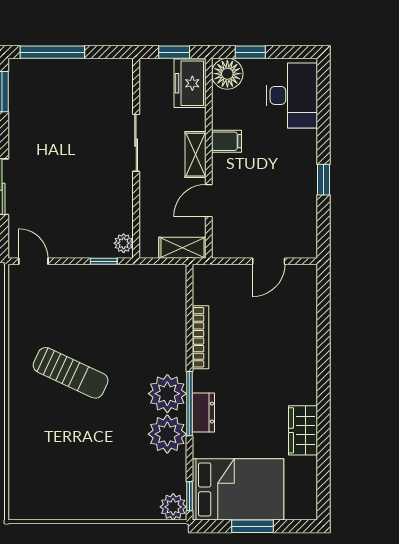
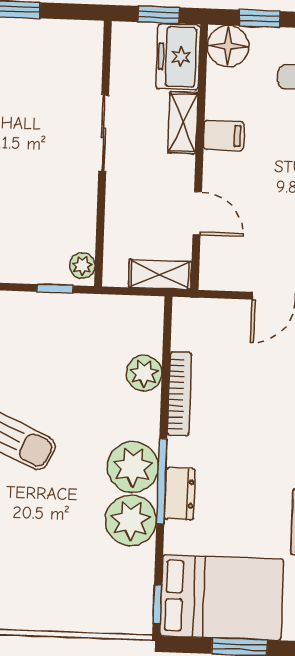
shelving: (196, 155) -> (183, 123), moved
door: (209, 201) -> (197, 213), swing flipped
plant: (173, 507) -> (144, 373), moved

